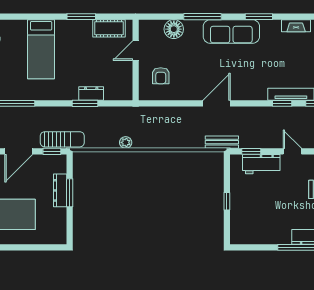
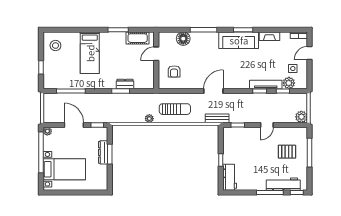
sofa: (231, 31) -> (239, 40), moved
sun lounger: (62, 139) -> (175, 109), moved
door: (19, 151) -> (74, 125), swing flipped
door: (292, 151) -> (267, 125), swing flipped
workbench: (261, 164) -> (230, 177), moved, turned -90

